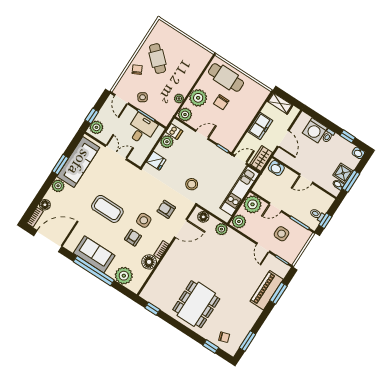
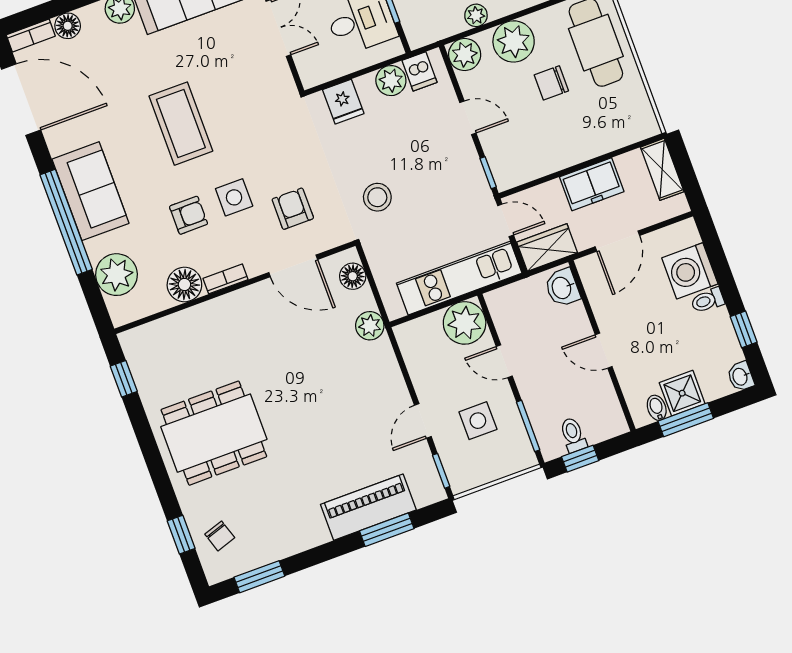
plant: (239, 222) -> (414, 336), removed

